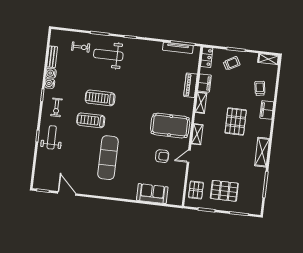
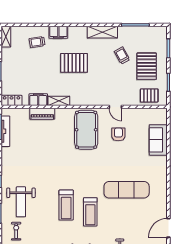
trolley: (232, 63) -> (122, 55), moved
shelving: (197, 134) -> (92, 101), removed

